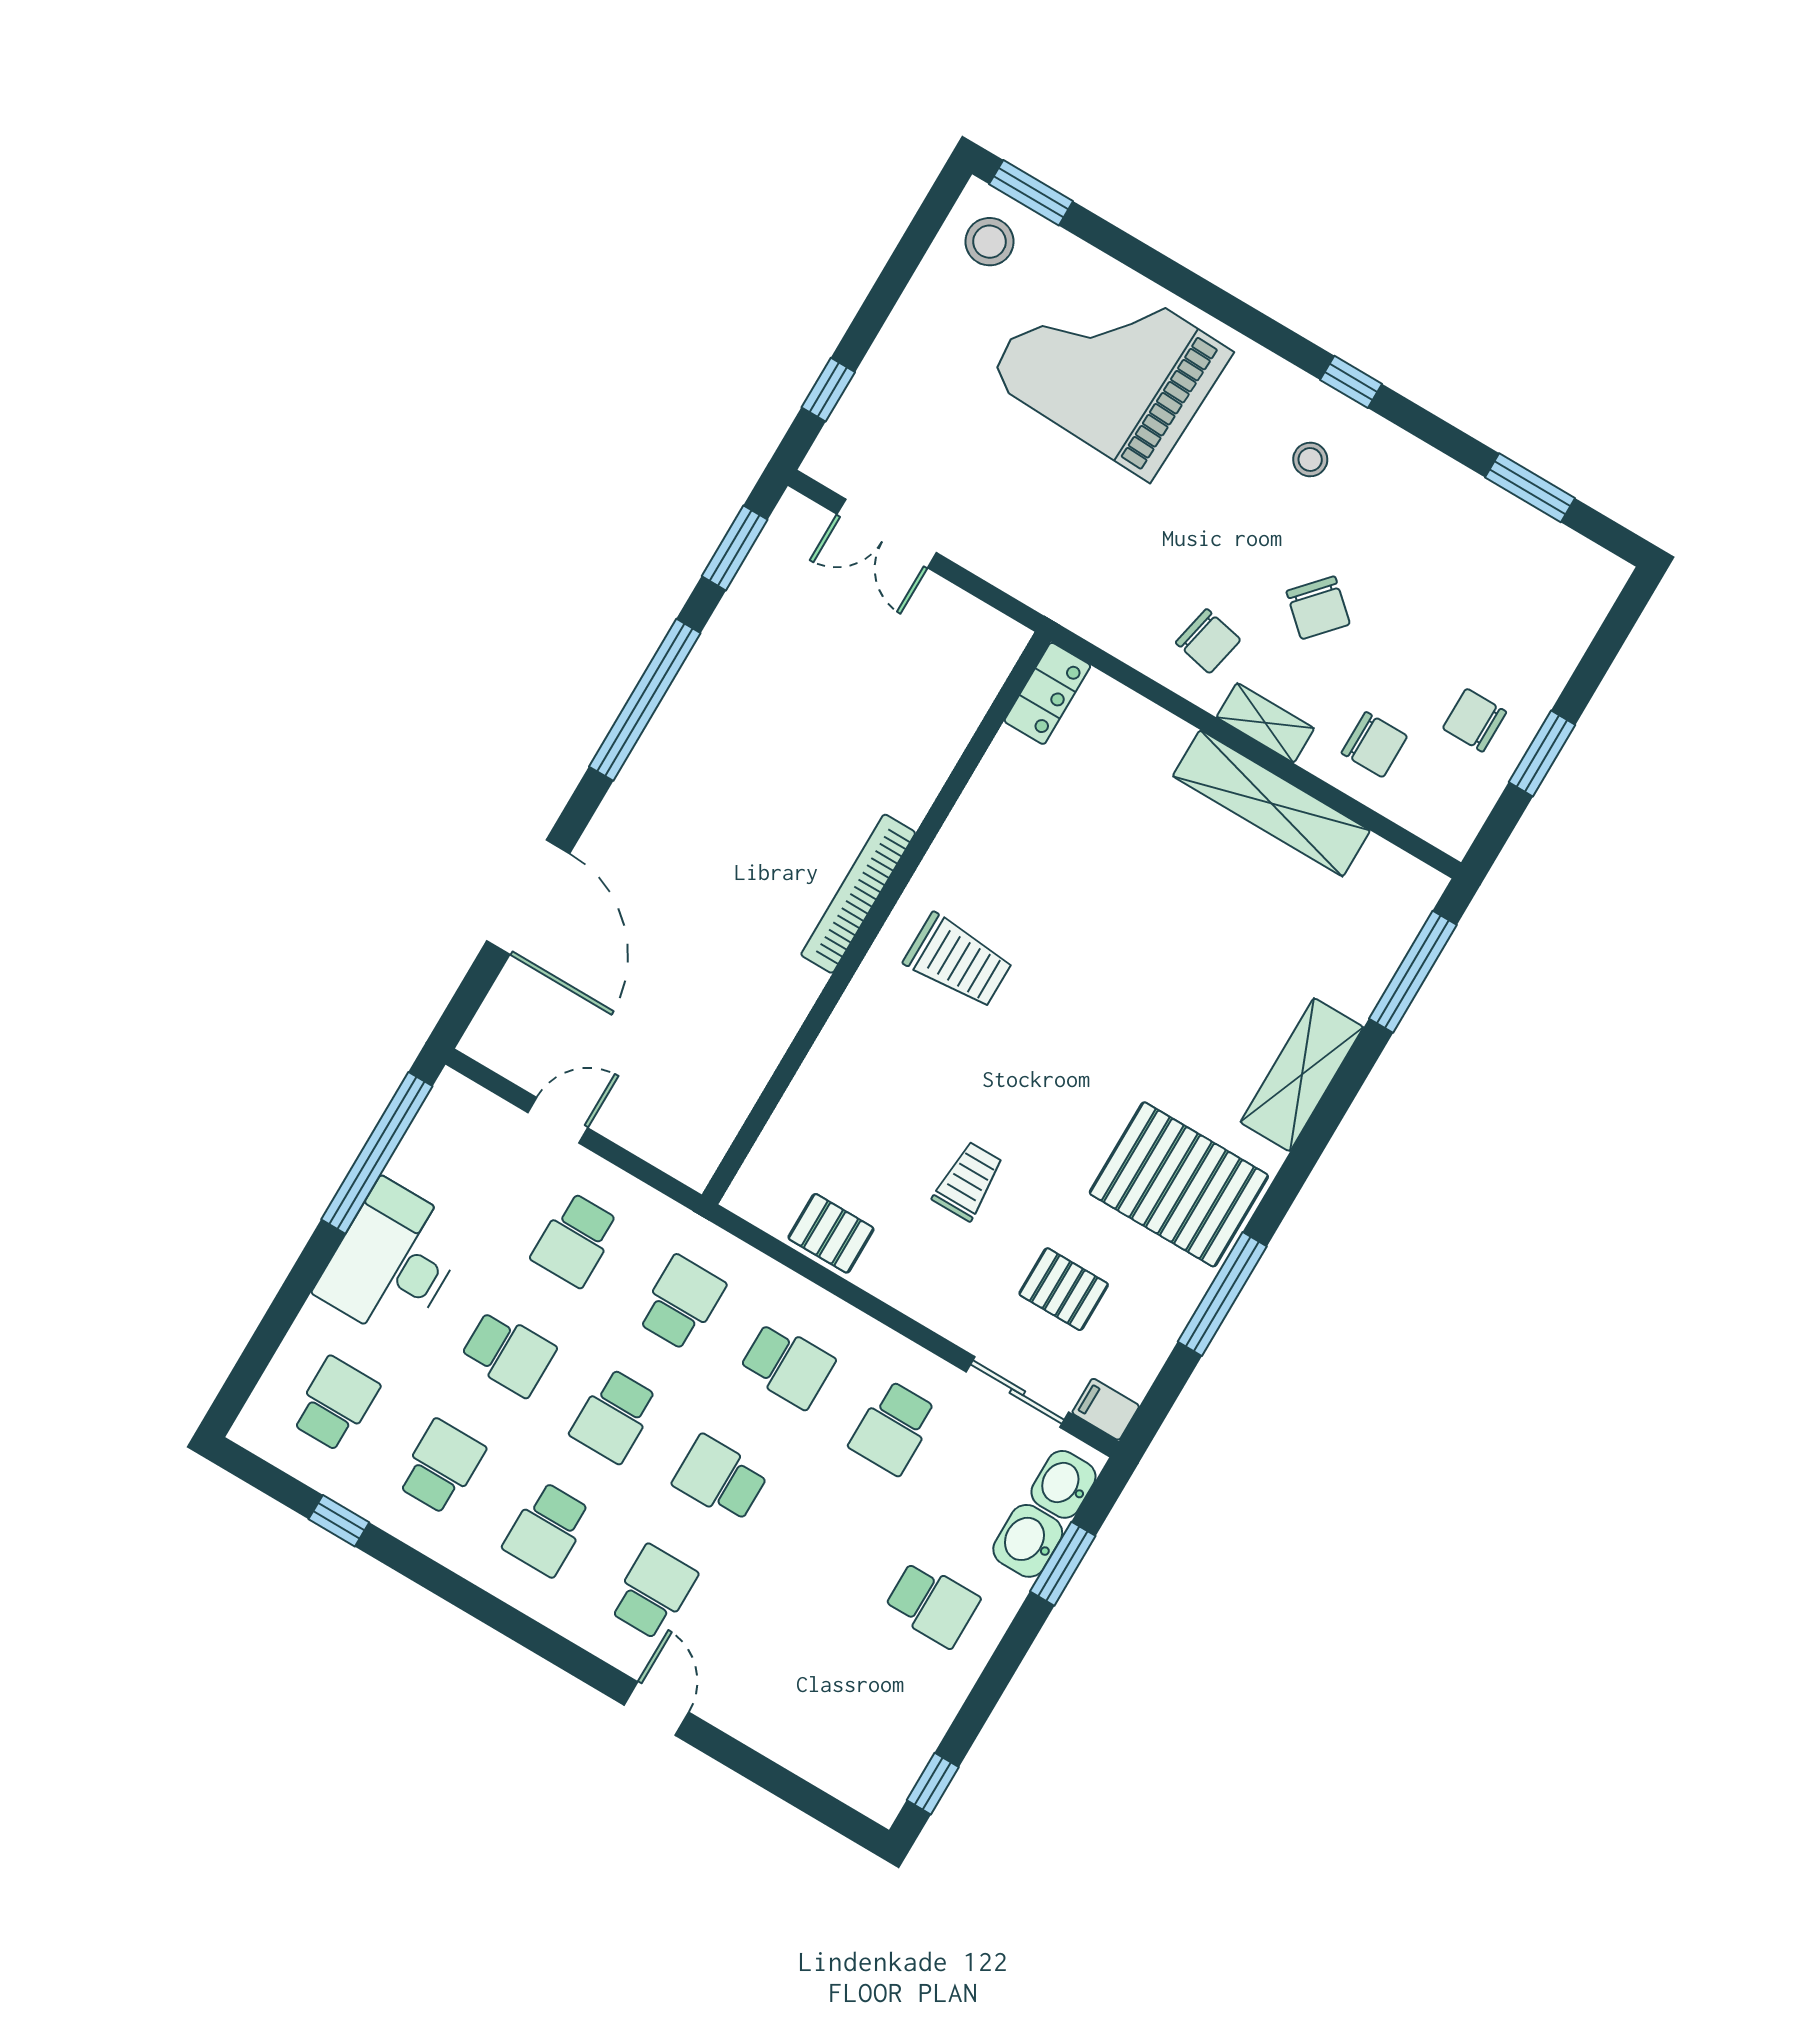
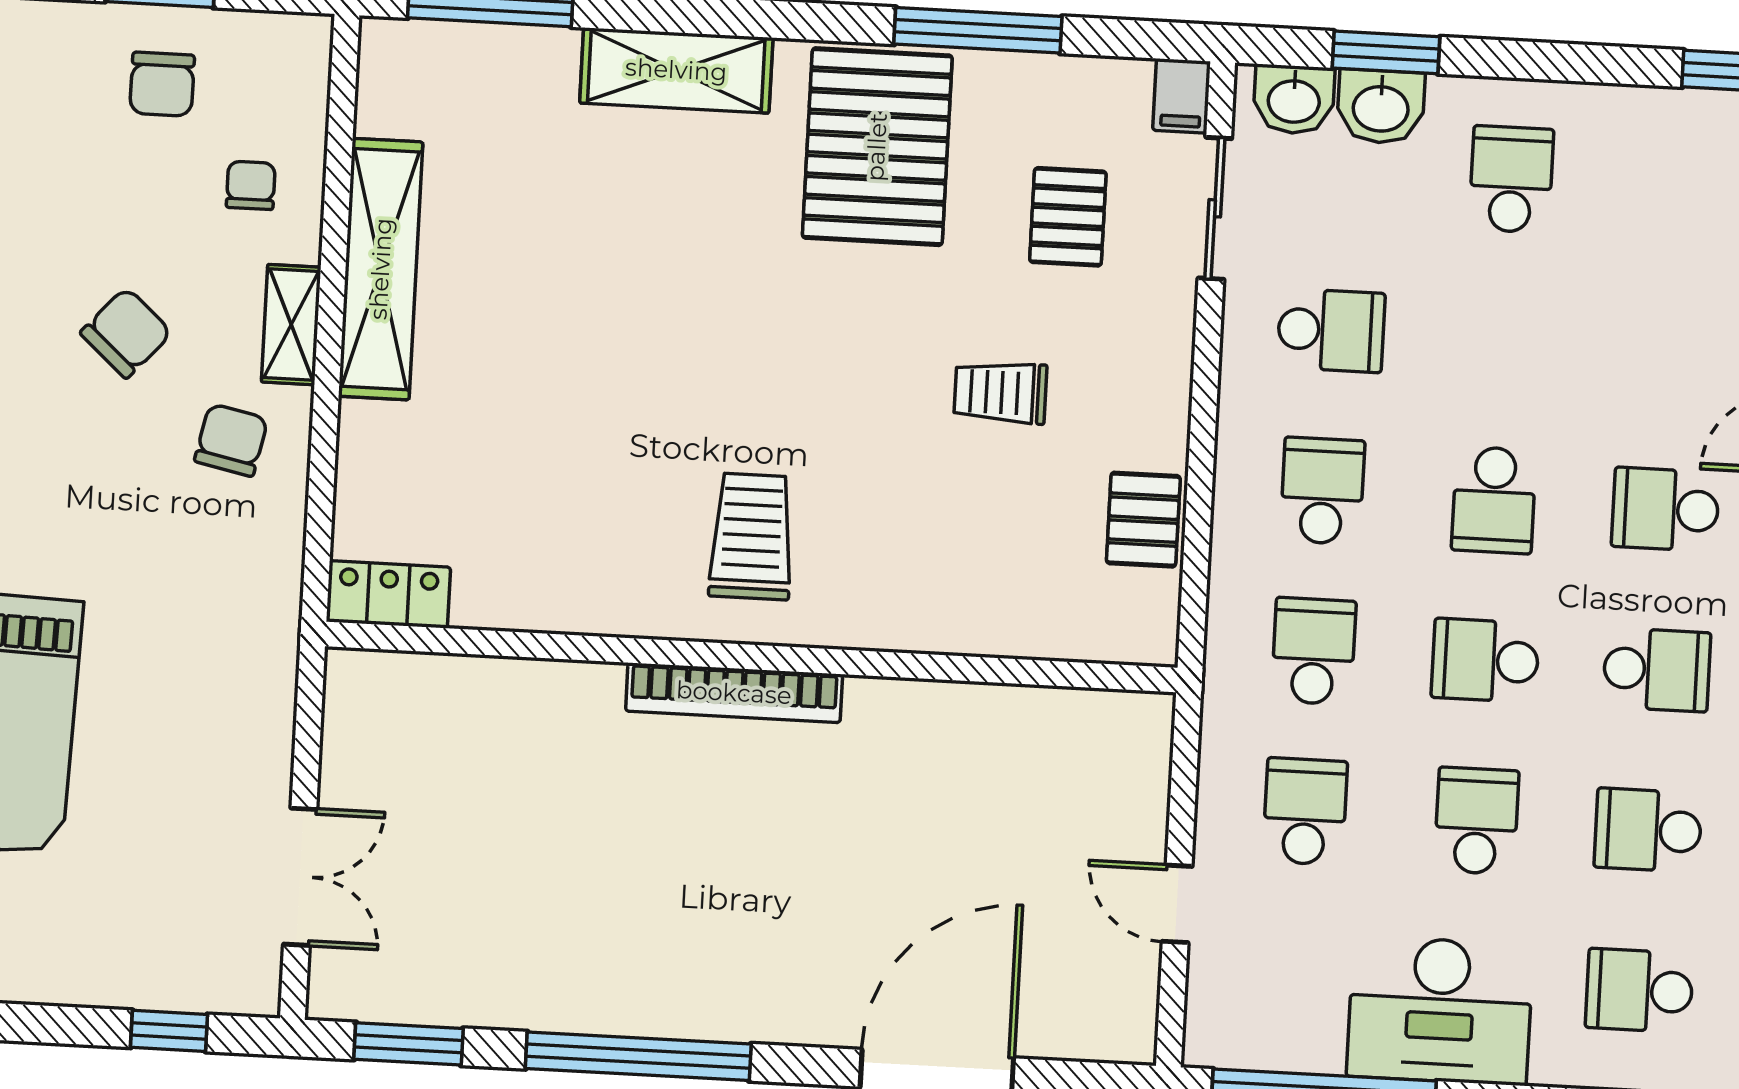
chair: (1374, 745) -> (251, 185), width x0.73, depth x0.73
school desk: (575, 1240) -> (1305, 812), turned -90
school desk: (681, 1303) -> (1314, 651), turned 90
school desk: (614, 1416) -> (1485, 660), turned 180

